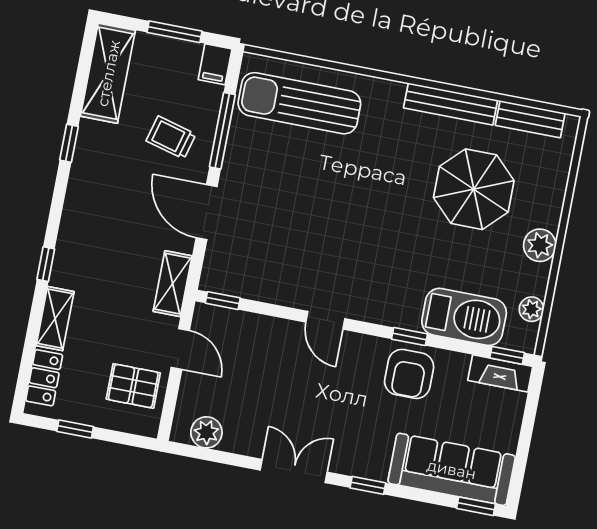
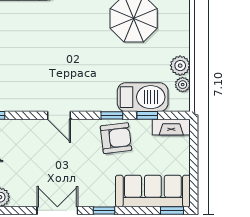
plant: (540, 245) -> (180, 66), moved
window: (507, 355) -> (147, 115), moved
armchair: (409, 374) -> (116, 138), turned -97

